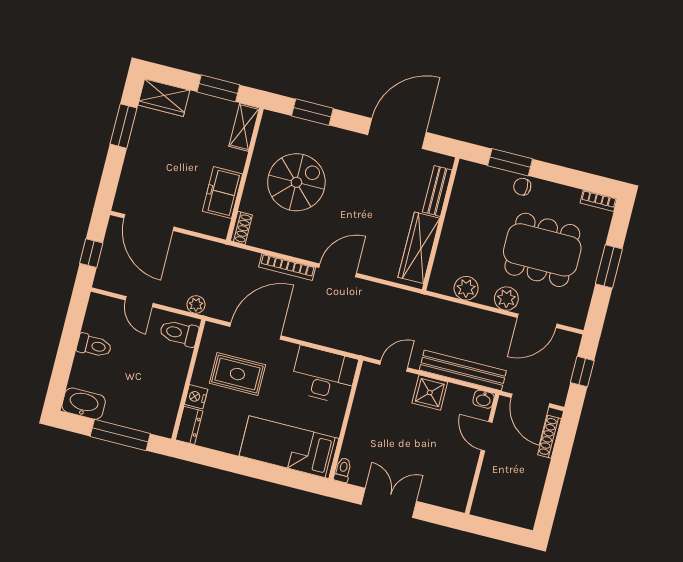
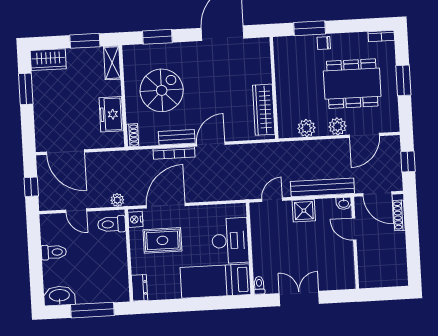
bench: (437, 191) -> (177, 137), moved, turned 90
desk: (324, 375) -> (230, 241), moved, turned 90
nightstand: (196, 397) -> (135, 219), moved

